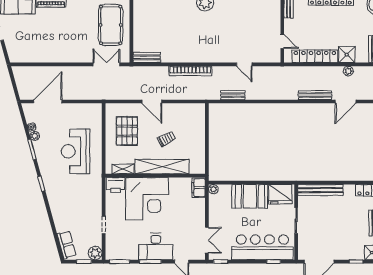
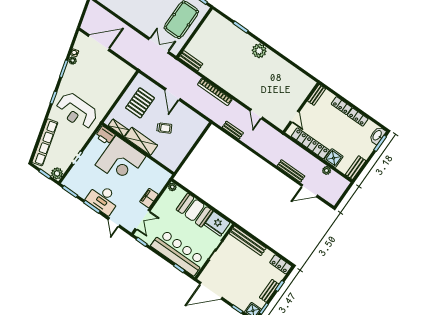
reception desk: (75, 151) -> (77, 111), moved, turned -90
shelving: (162, 167) -> (141, 141), width x0.68
filing cabinet: (199, 188) -> (149, 198), moved
row of seats: (67, 245) -> (45, 142), width x2.02

